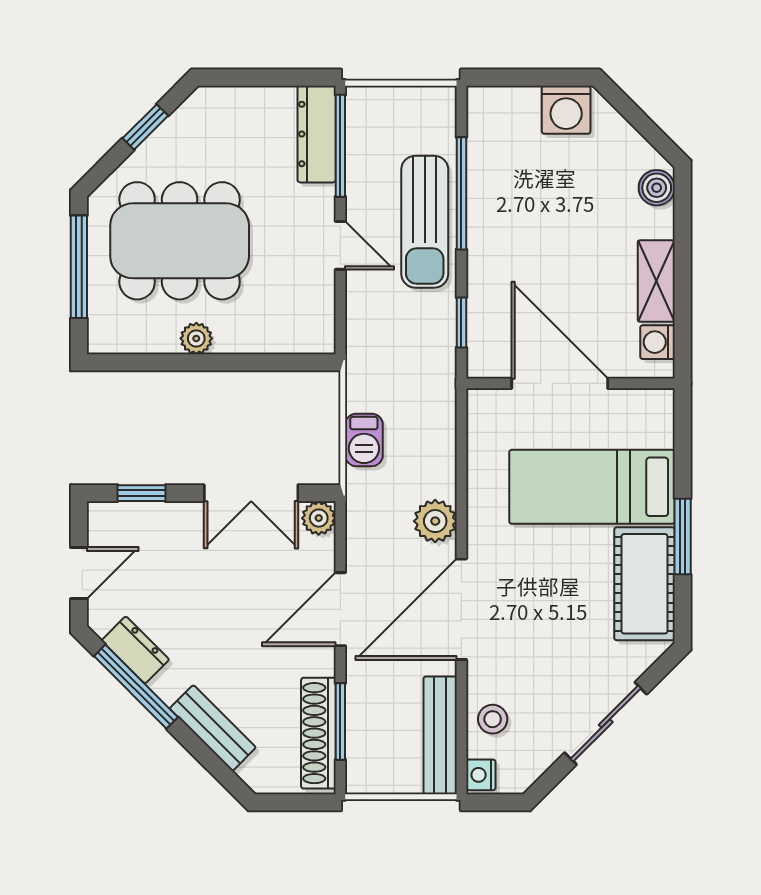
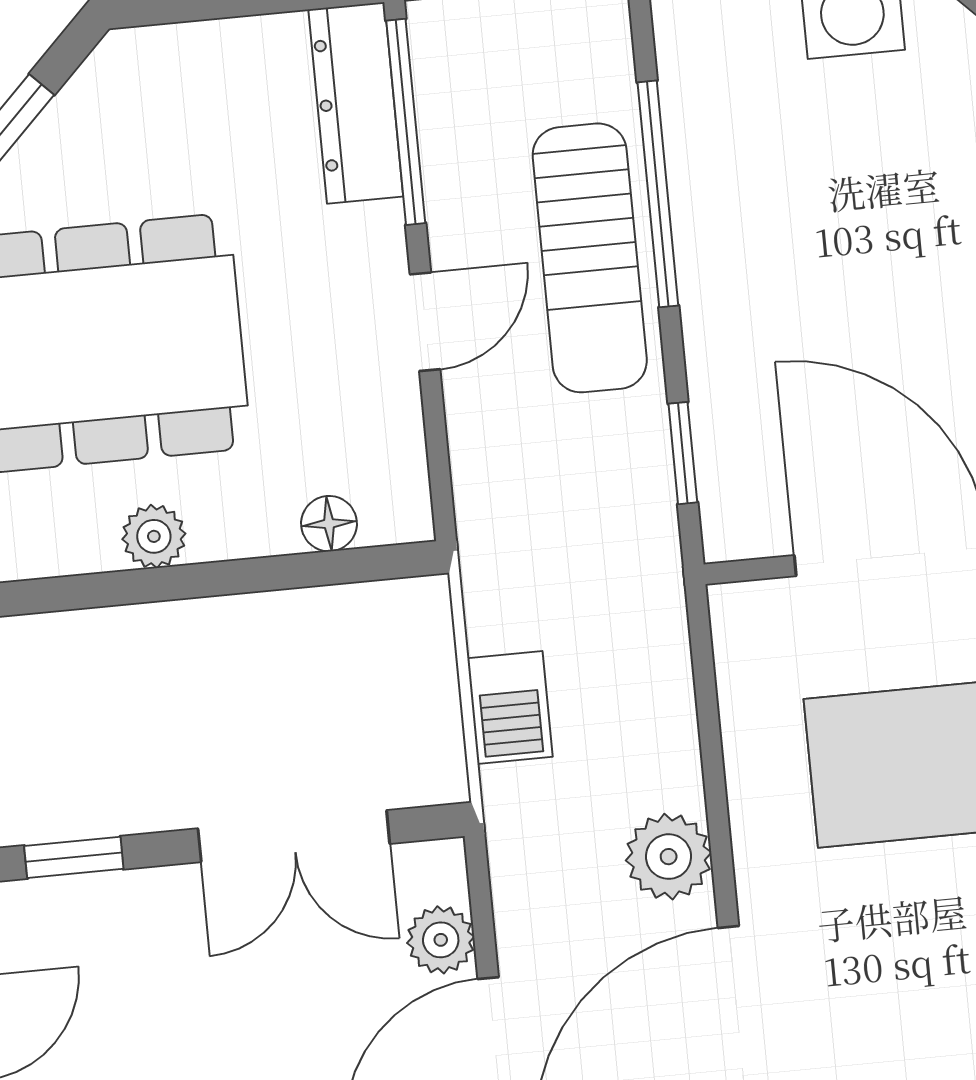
door: (340, 245) -> (425, 322), hinge flipped
floor lamp: (283, 341) -> (329, 524), added
plant: (319, 518) -> (441, 940), moved

